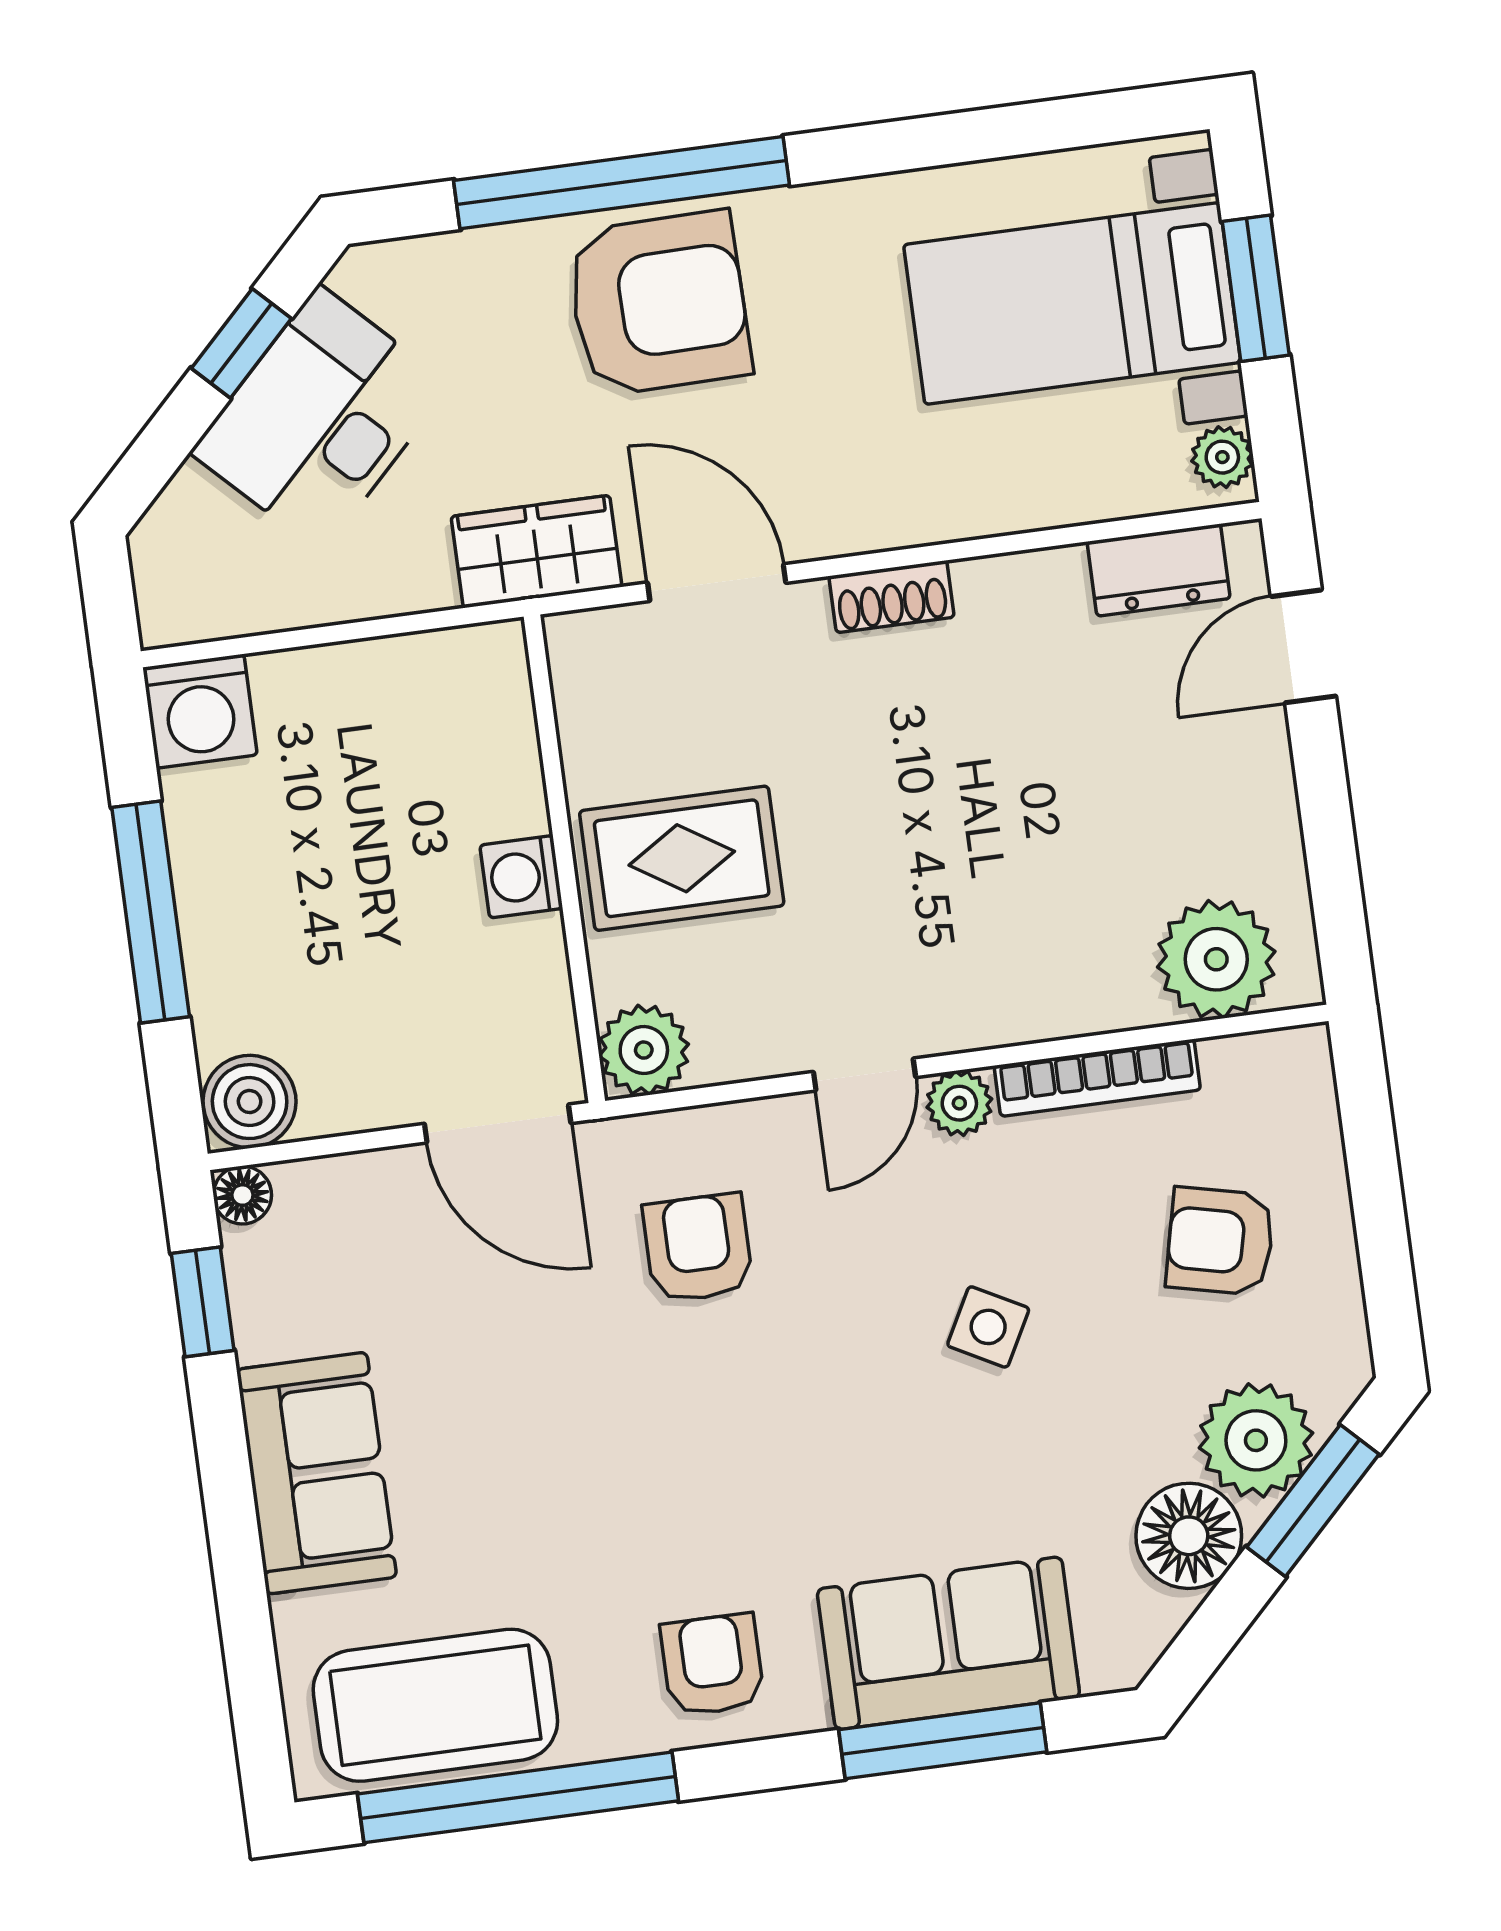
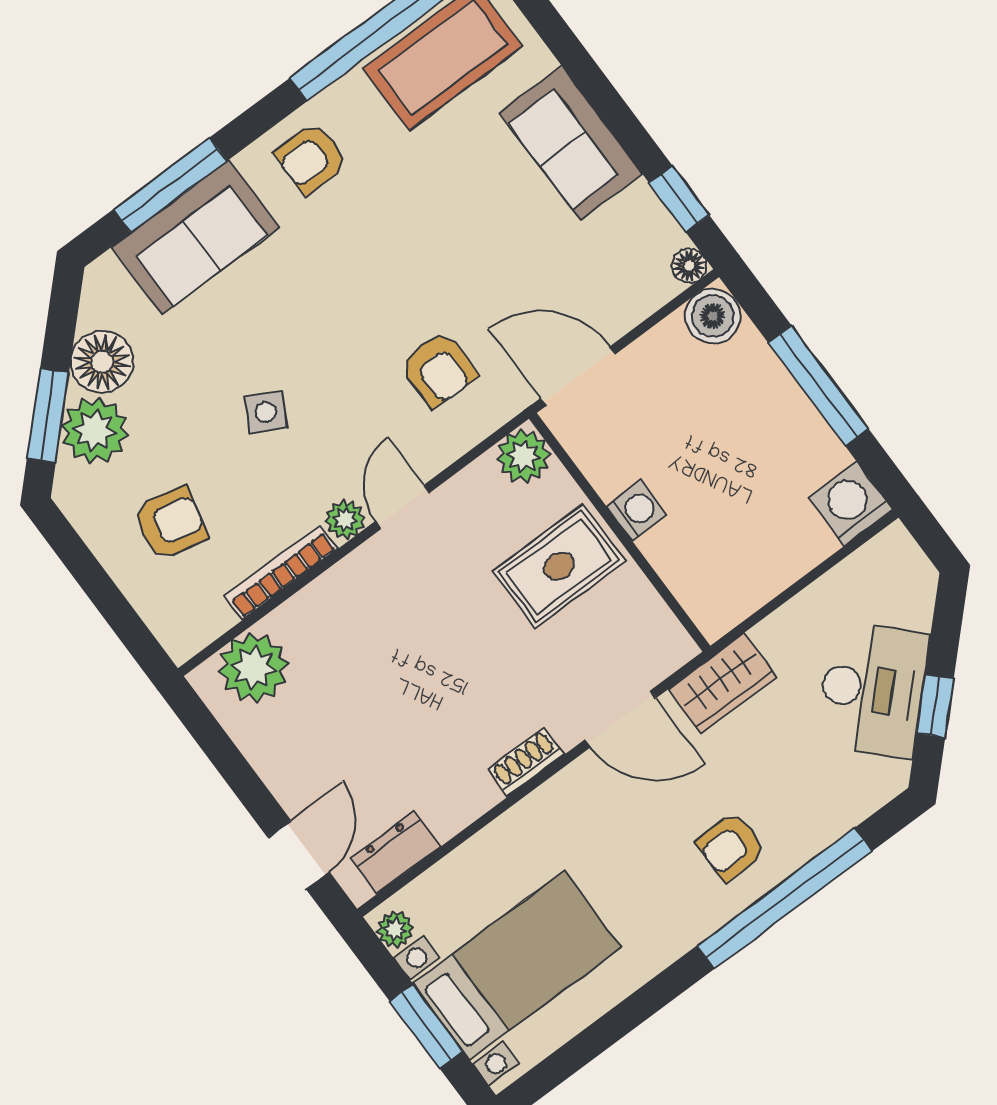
armchair: (659, 303) -> (731, 846), width x0.53, depth x0.53
armchair: (712, 1665) -> (311, 158), turned 90

